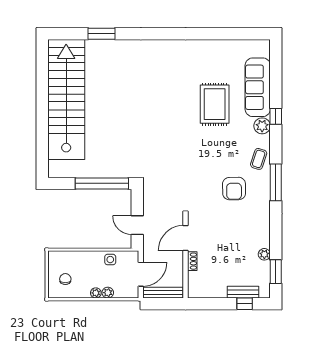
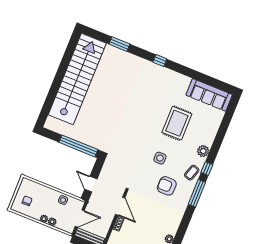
window: (161, 34) -> (160, 61), added
sofa: (258, 87) -> (209, 95), moved, turned -90
window: (276, 116) -> (207, 169), moved
side table: (211, 157) -> (160, 158), added
armchair: (234, 189) -> (167, 186), turned 91
door: (186, 238) -> (120, 206), swing flipped

